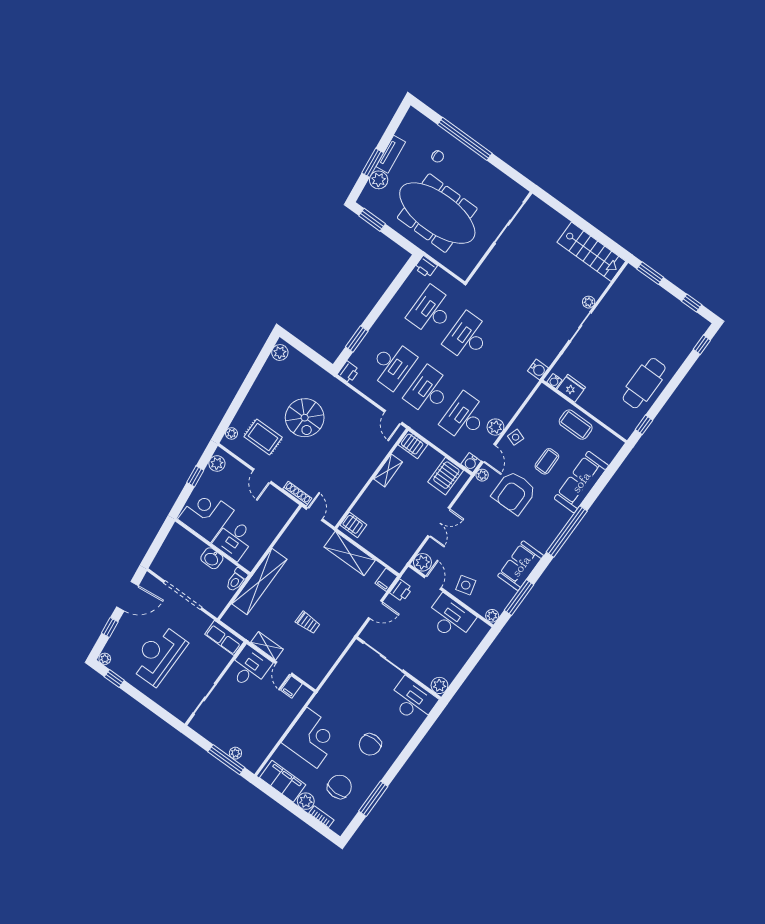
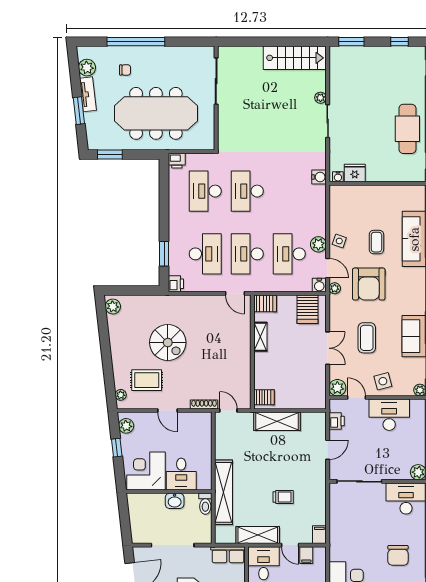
plant: (379, 180) -> (87, 68), moved
coffee table: (576, 425) -> (367, 338), moved, turned 90
filing cabinet: (386, 580) -> (319, 535), moved, turned 180
shelving: (267, 646) -> (258, 535), width x1.50, depth x1.33

